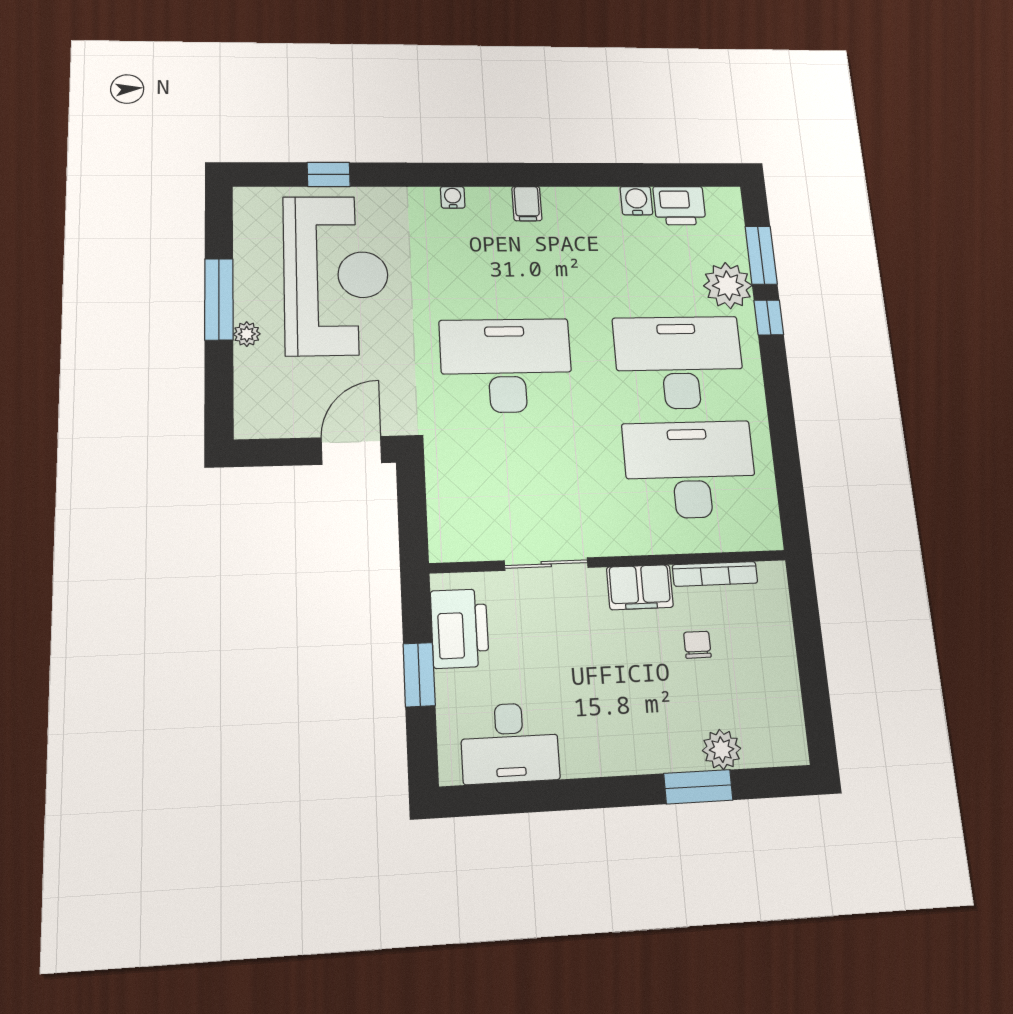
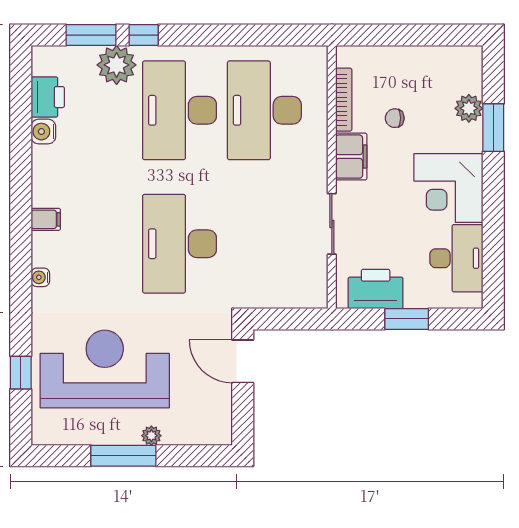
corner desk: (608, 726) -> (448, 188), added

